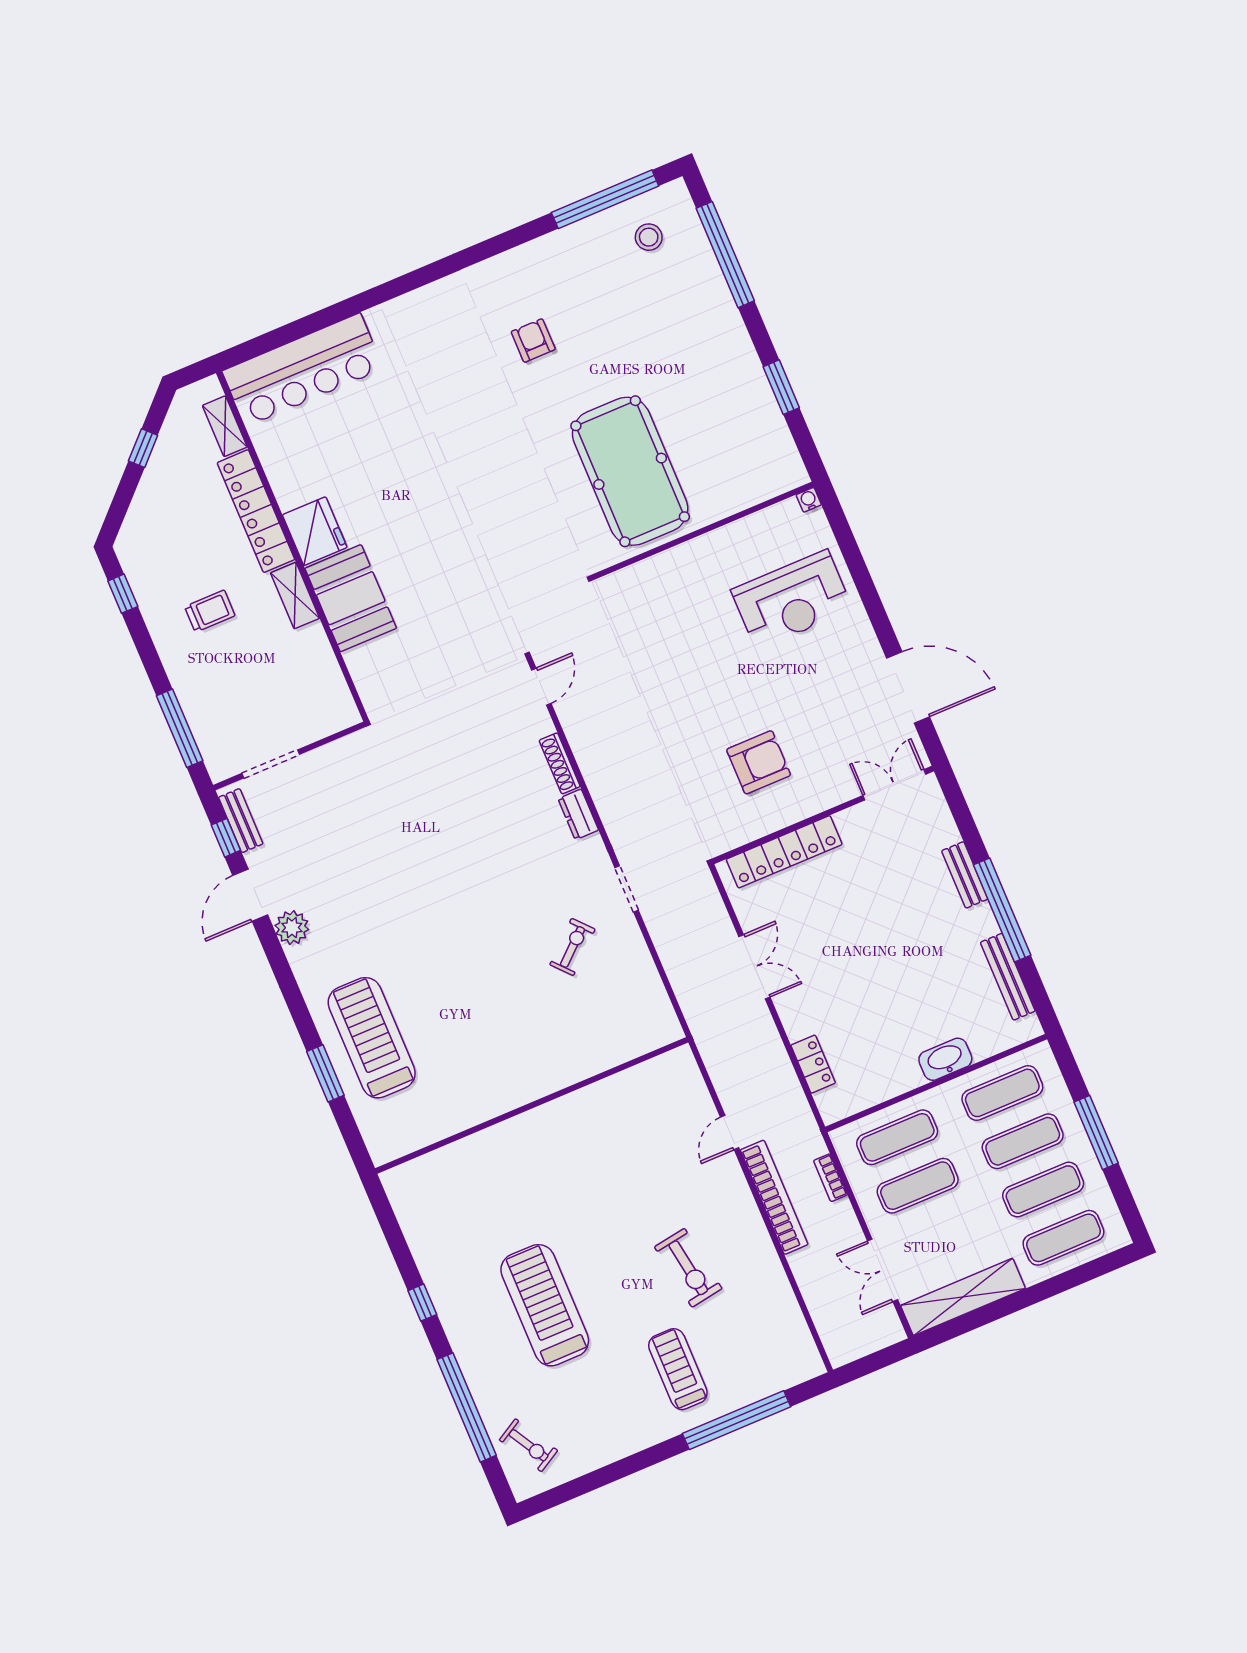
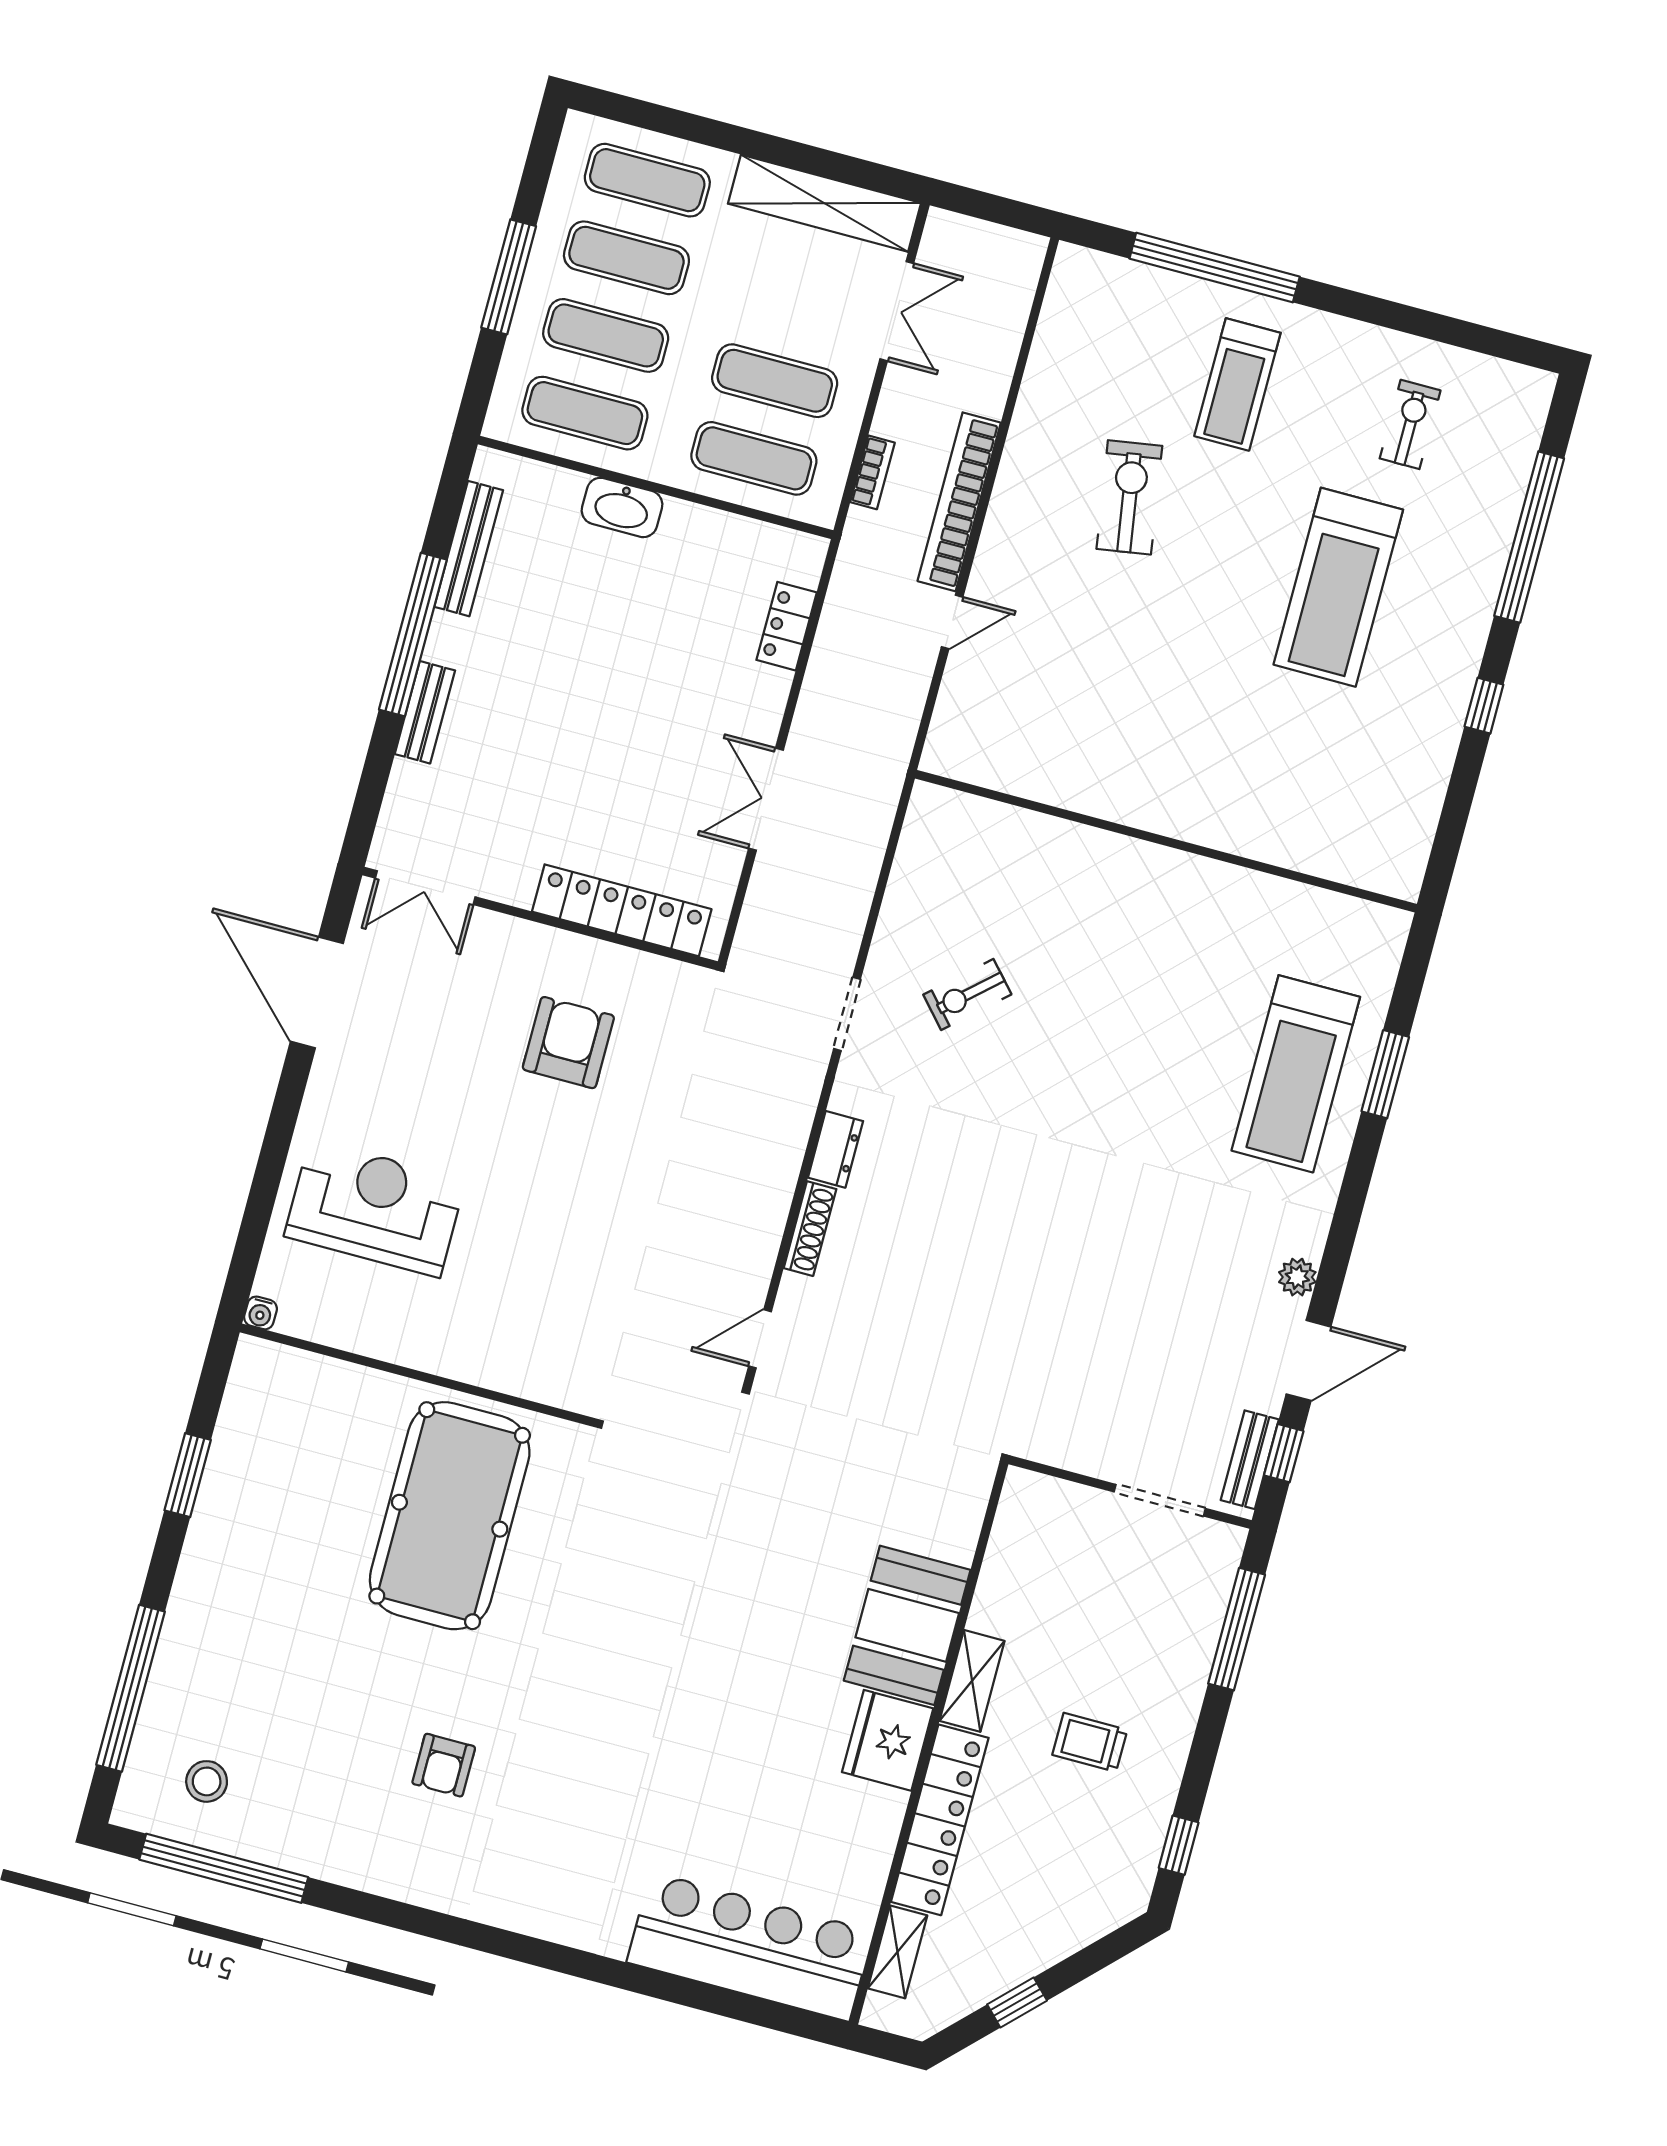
armchair: (759, 762) -> (568, 1043), turned 90
plant: (292, 928) -> (1297, 1277), width x0.73, depth x0.73
exercise bike: (529, 1445) -> (1410, 424), moved, turned 30

